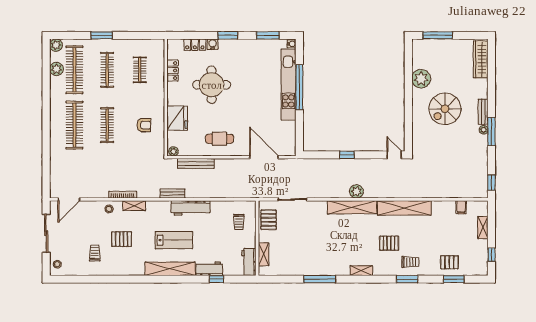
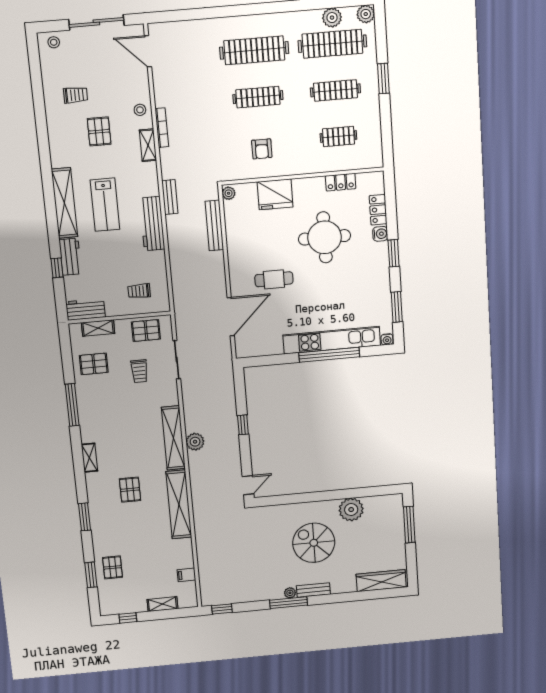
cafe table: (220, 139) -> (274, 279), moved, turned 90
pallet: (290, 260) -> (94, 364), added
trolley: (410, 262) -> (139, 371), moved

